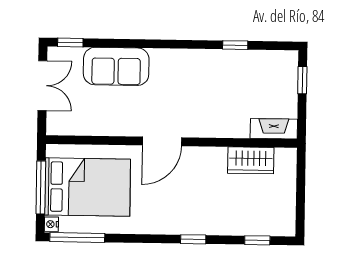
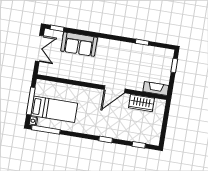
door: (162, 141) -> (115, 89), moved
bed: (88, 187) -> (54, 109), width x0.67

